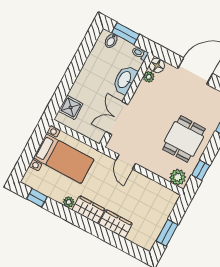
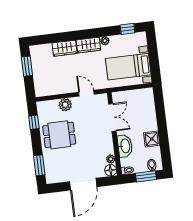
shower: (71, 107) -> (152, 139), moved
dining table: (184, 139) -> (59, 135), turned 90
plant: (178, 177) -> (65, 105), moved

